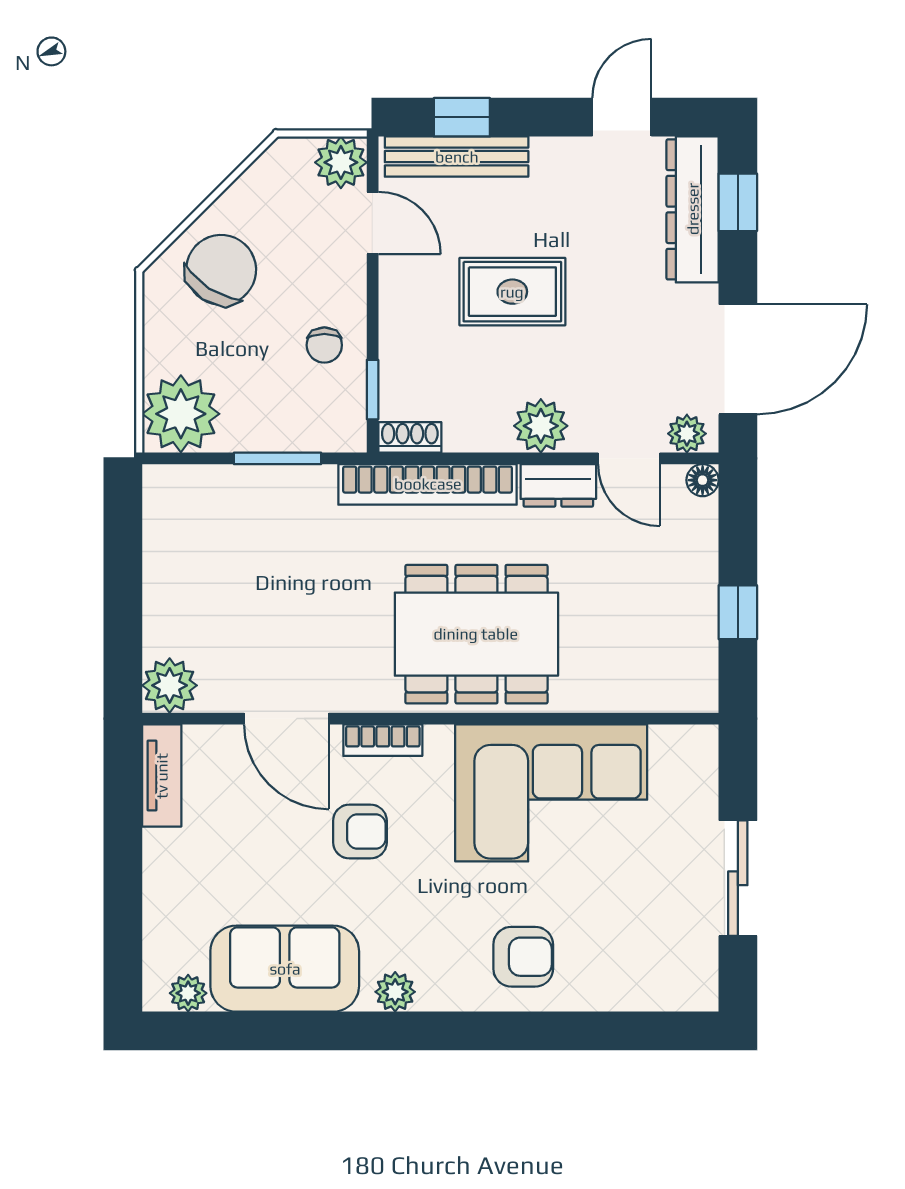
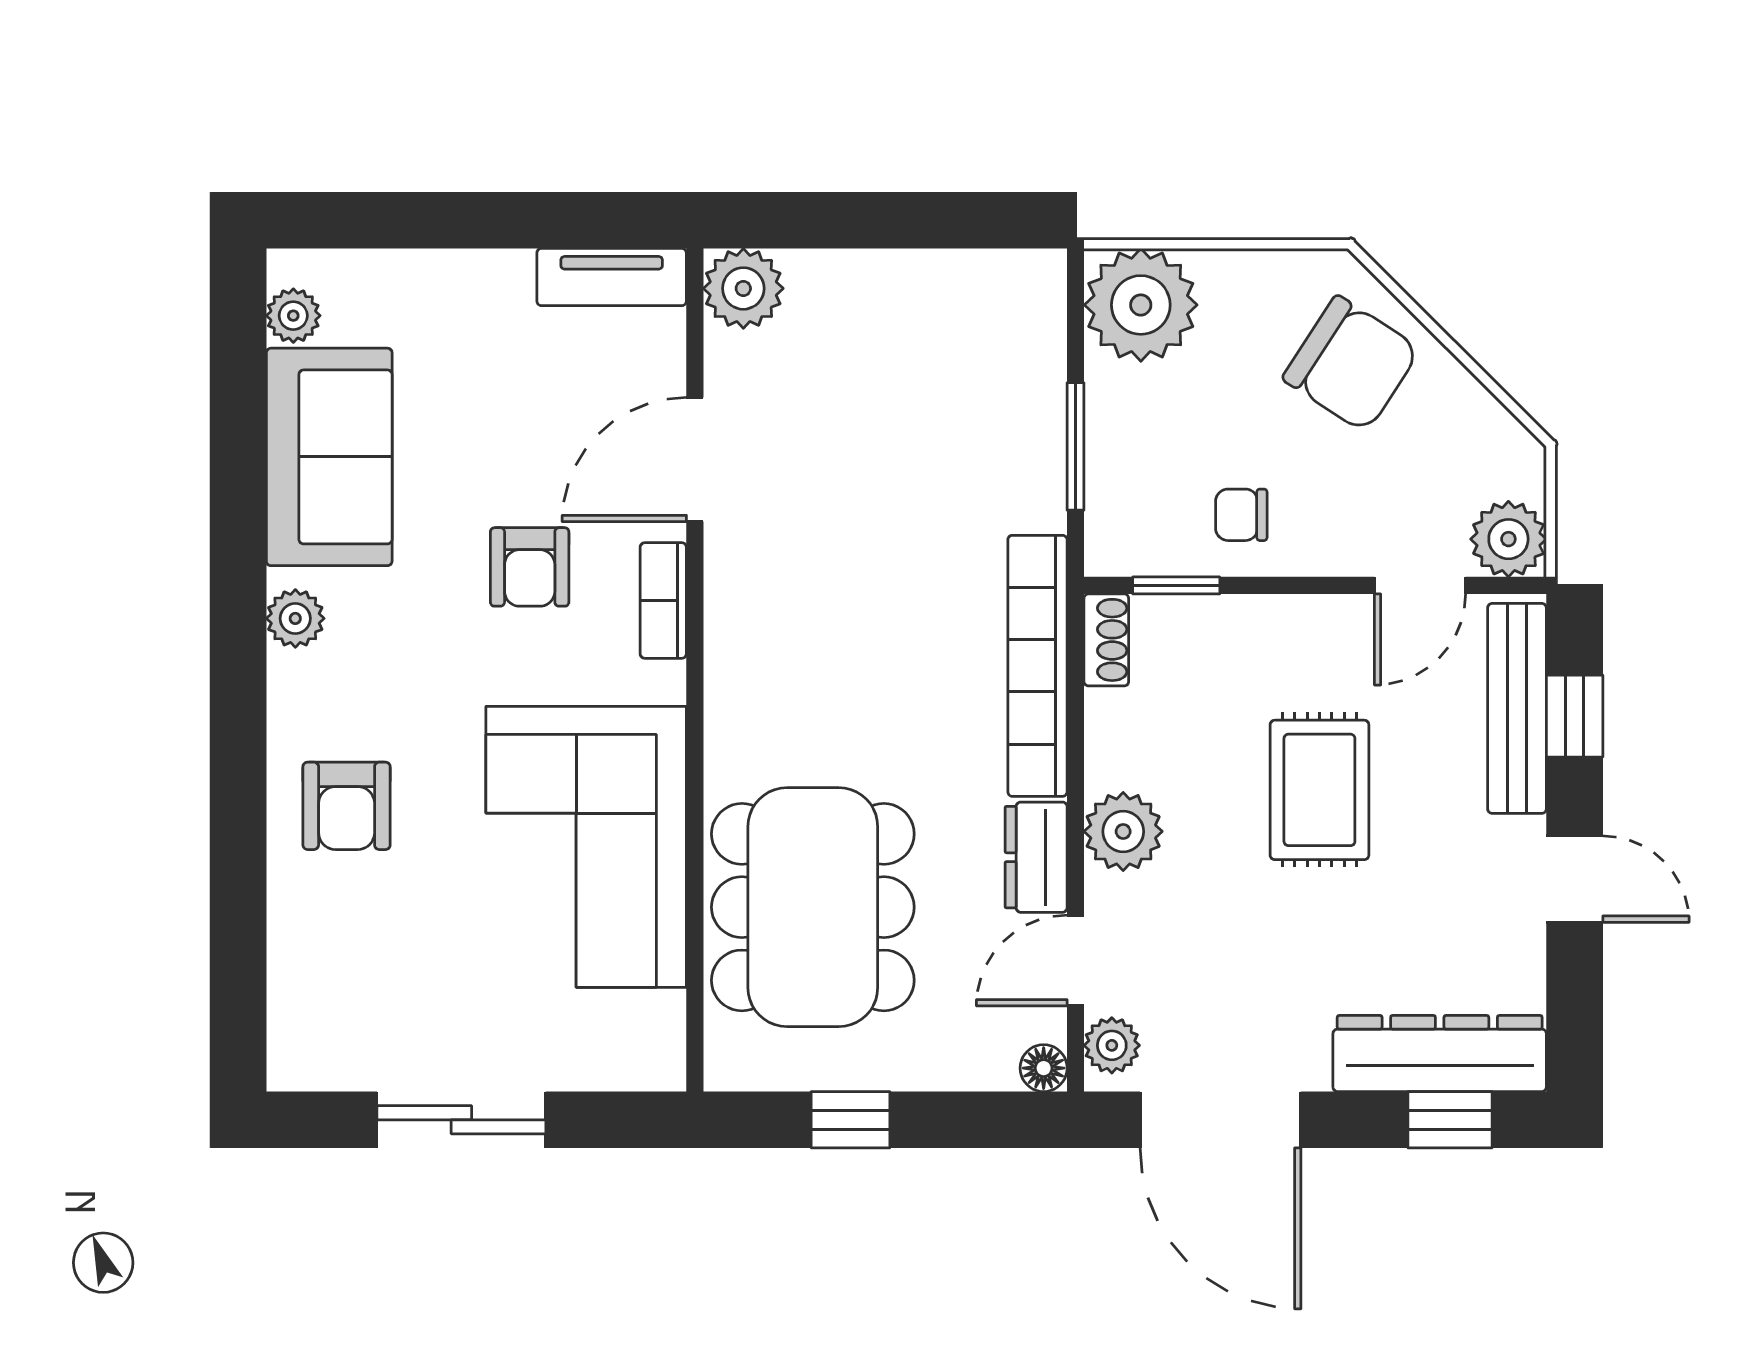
door: (622, 117) -> (1575, 879), moved
dining table: (476, 634) -> (813, 907), moved

